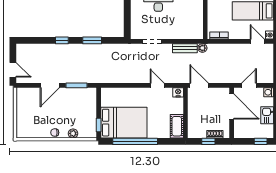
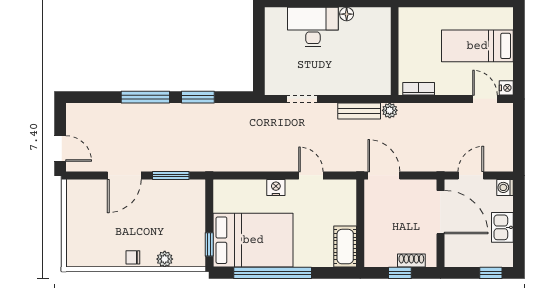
window: (62, 40) -> (145, 97), width x2.17
nightstand: (178, 92) -> (276, 187), moved

